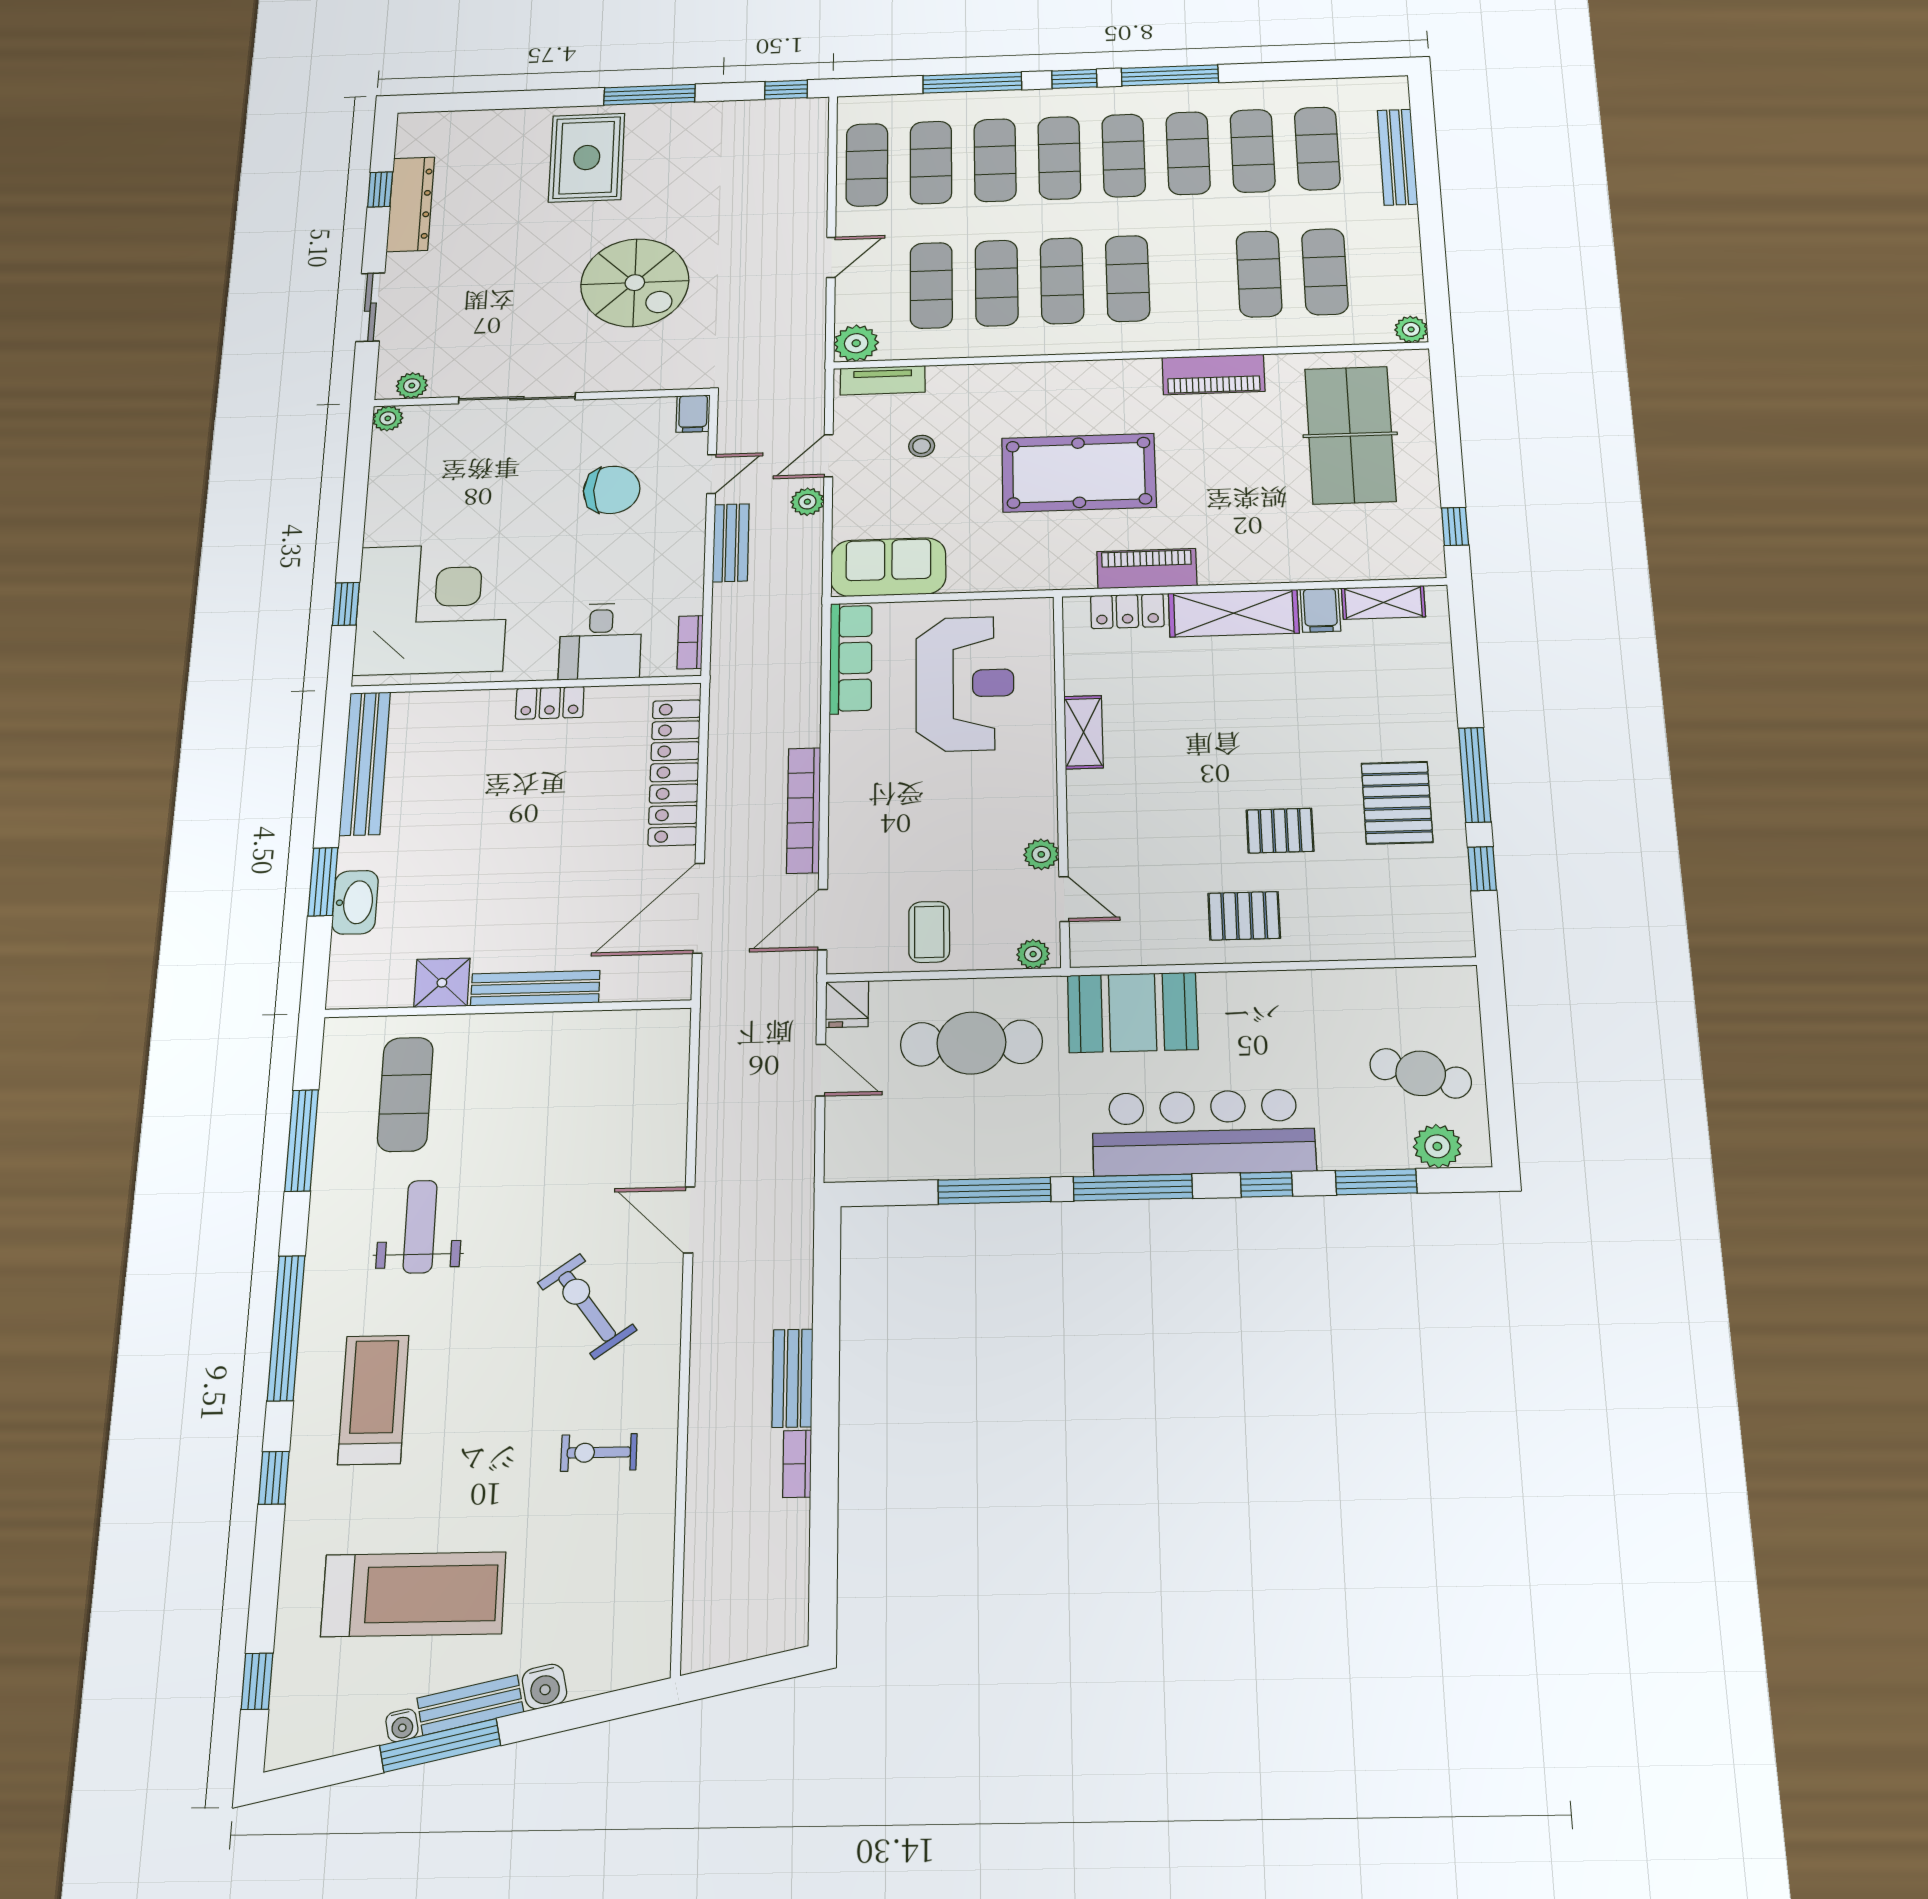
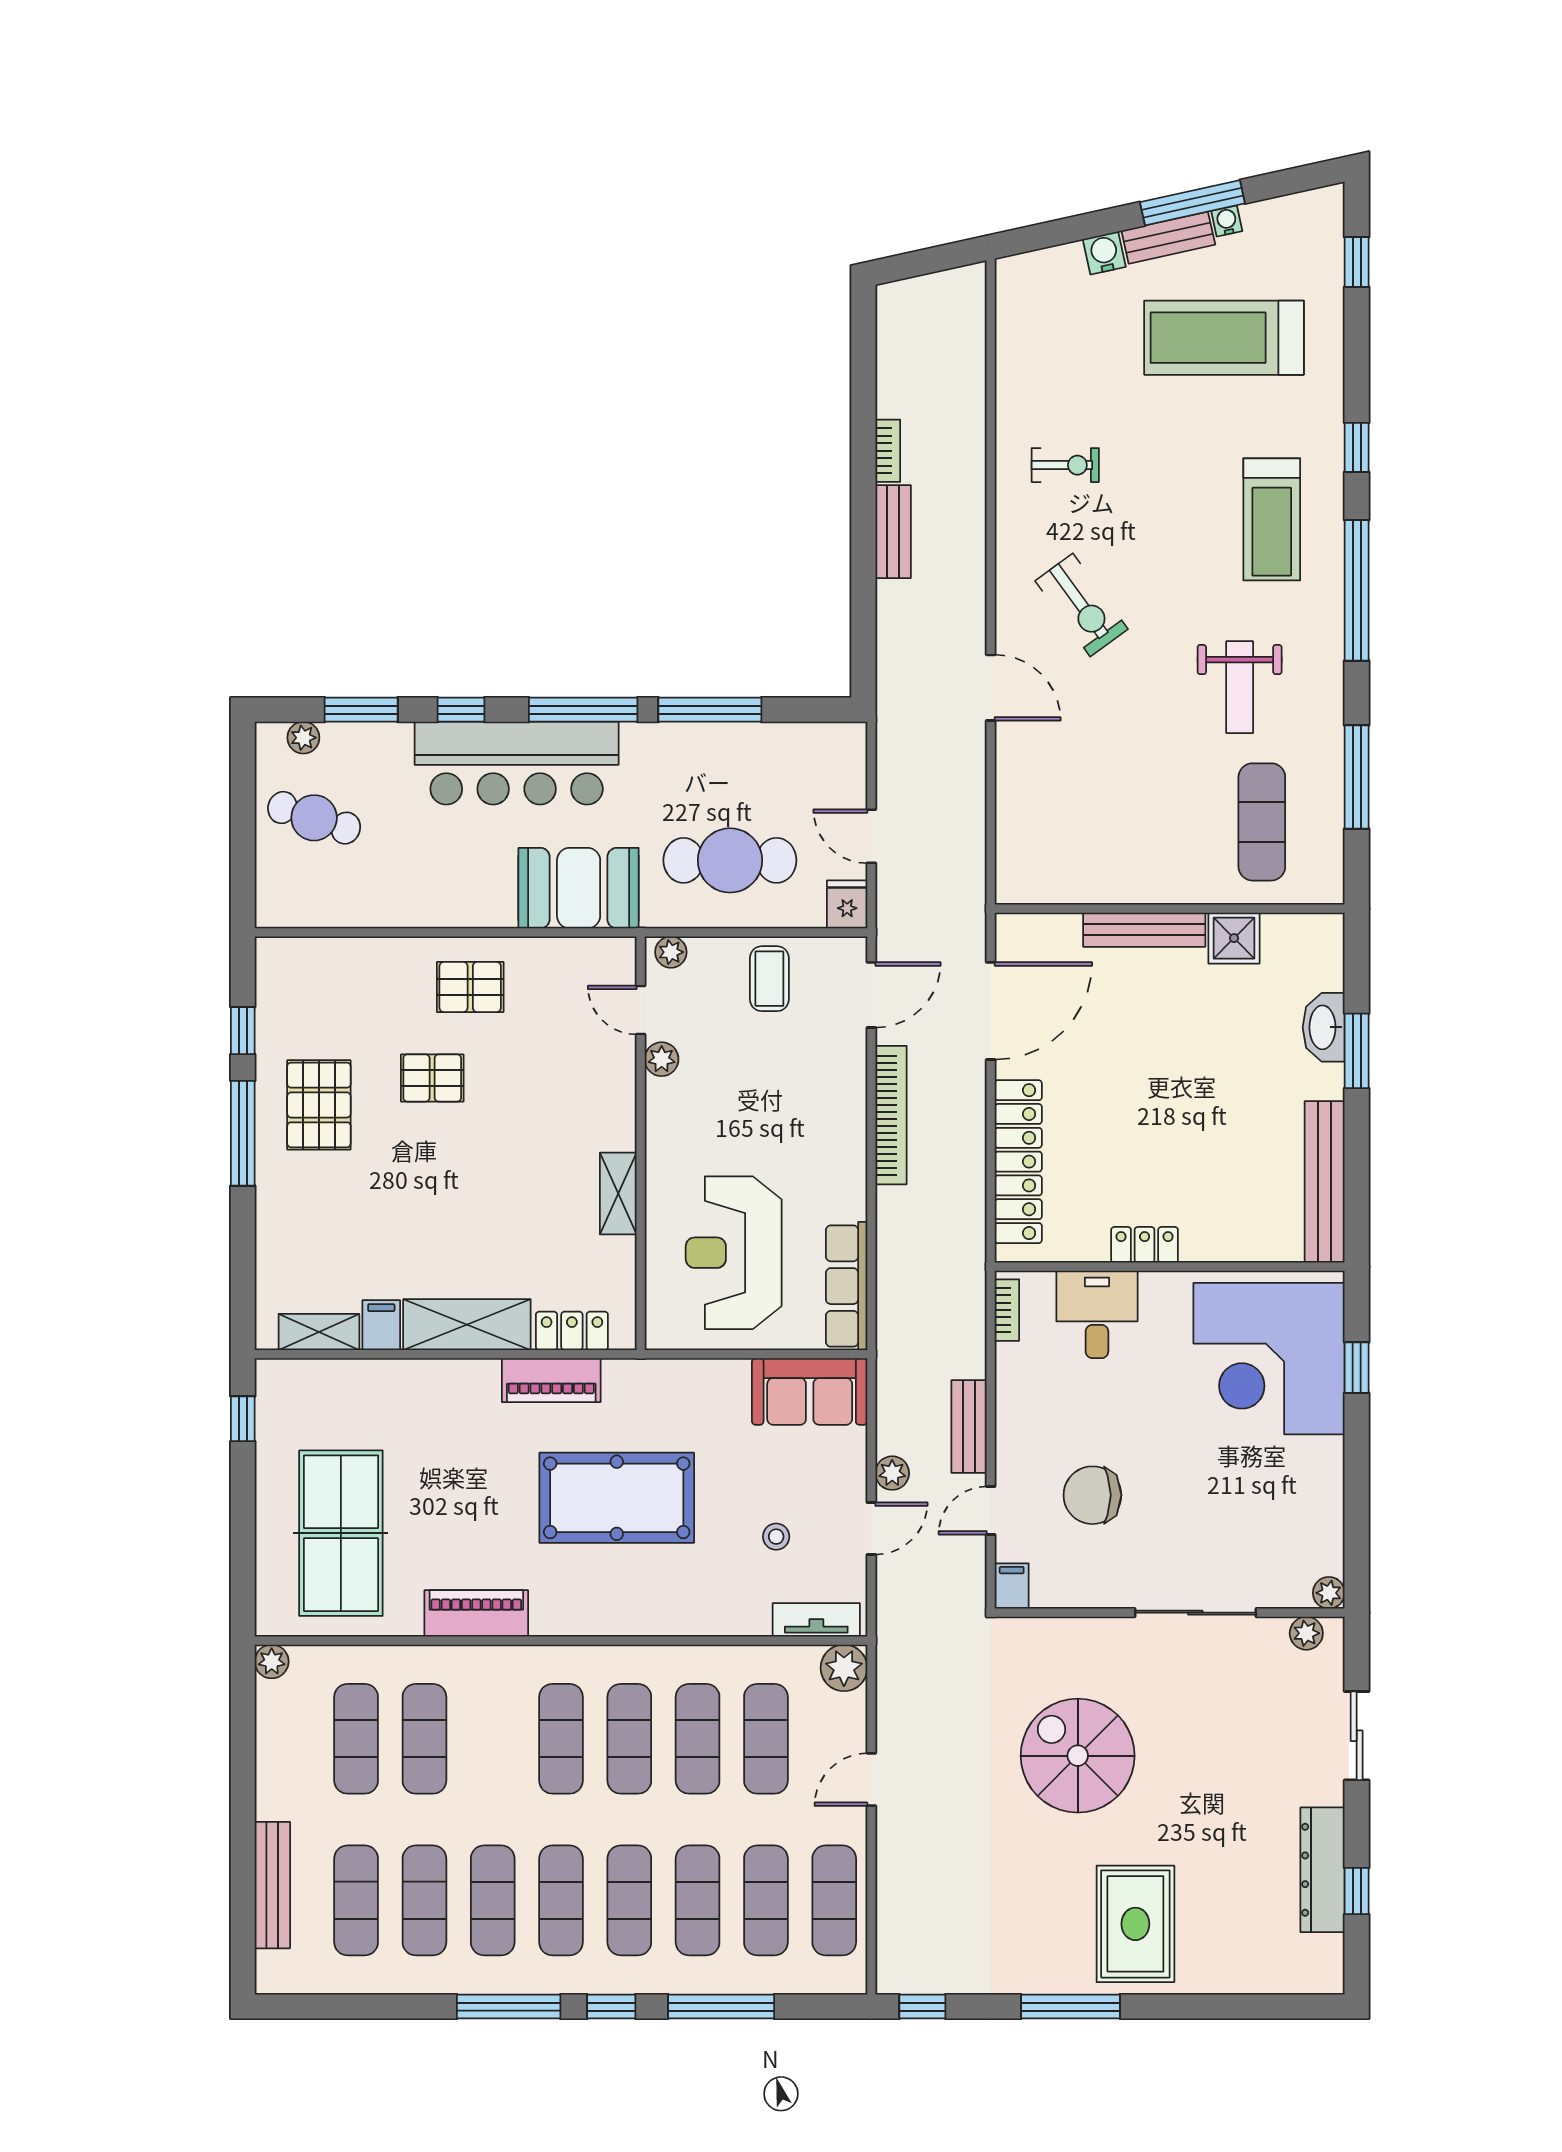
plant: (1437, 1146) -> (303, 738), width x0.73, depth x0.73

